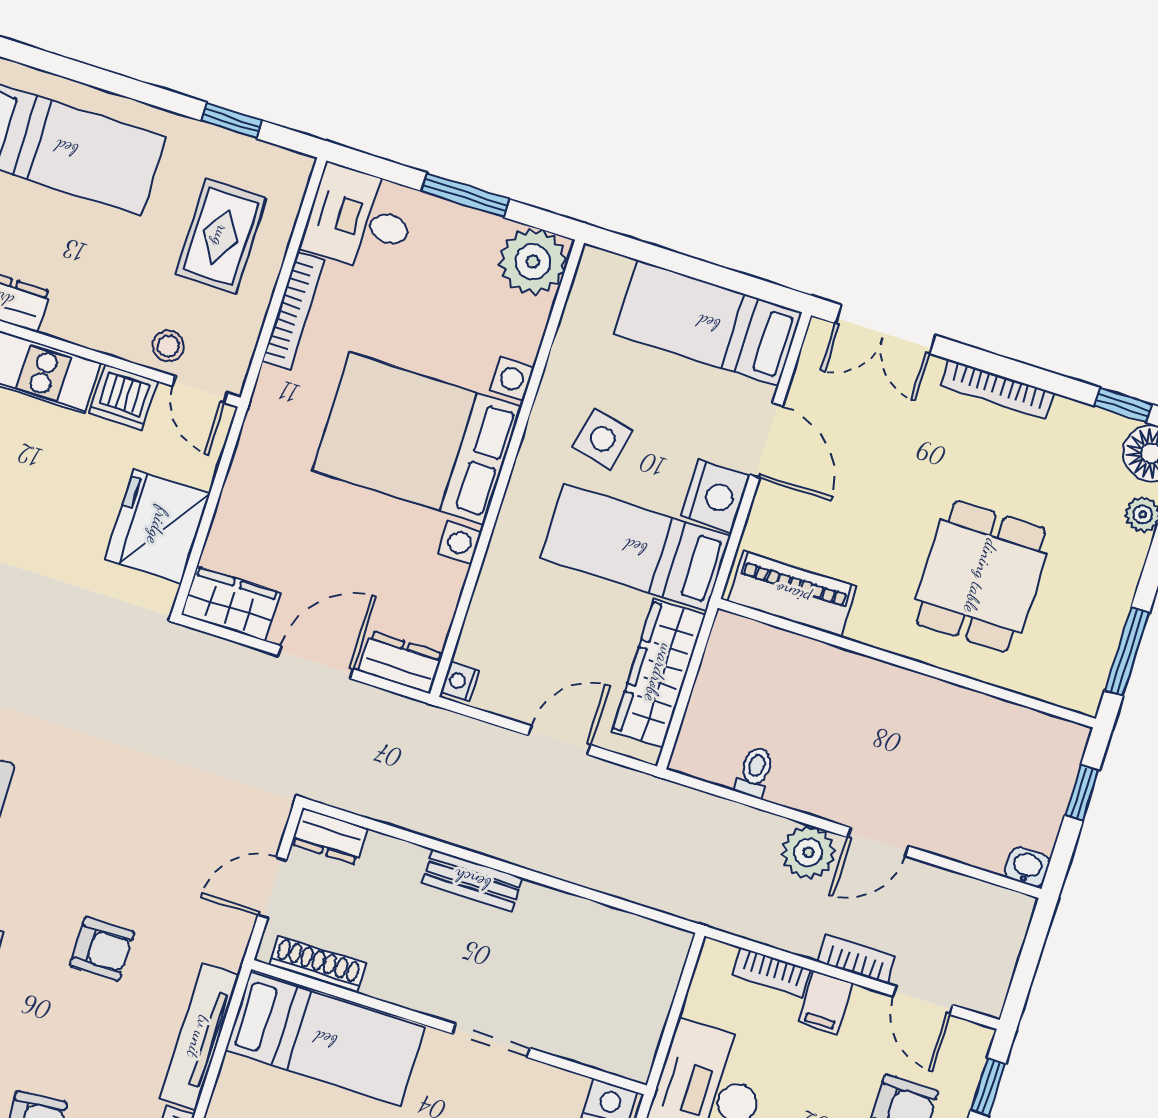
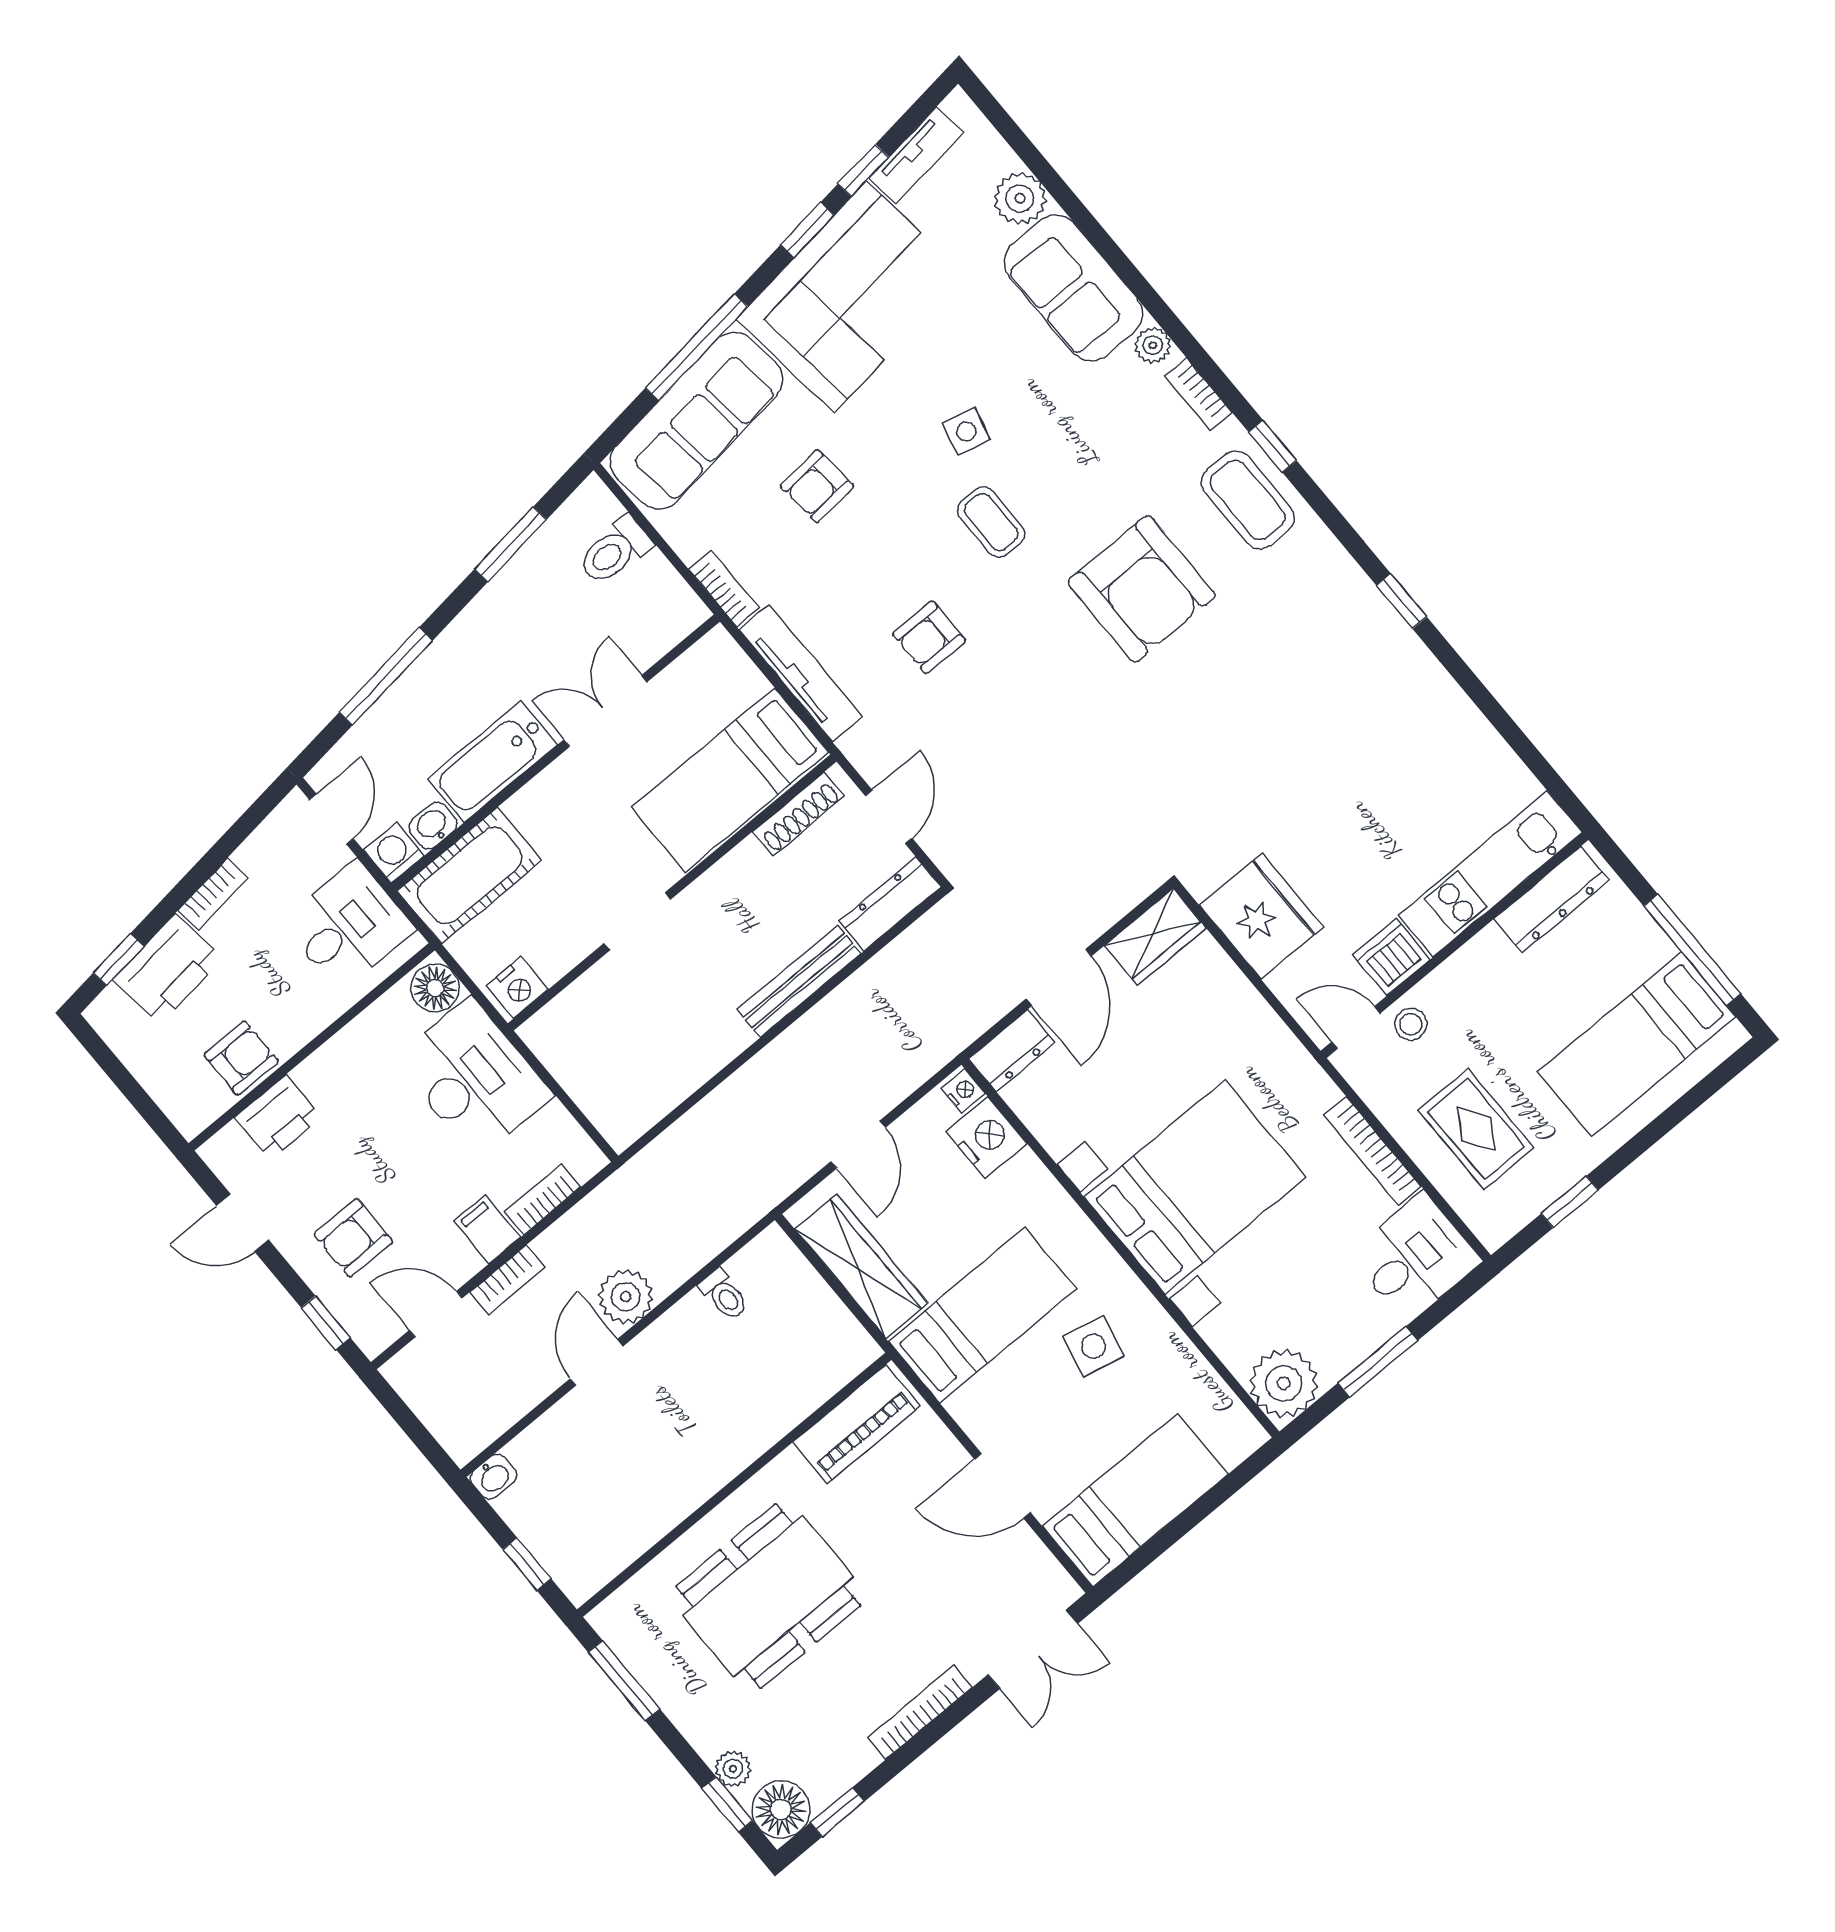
double door: (885, 329) -> (1033, 1649), swing flipped
nightstand: (715, 496) -> (987, 1138), moved, turned 180
dining table: (981, 576) -> (768, 1596), width x1.38
dresser: (329, 836) -> (890, 904), width x1.44
bench: (472, 880) -> (799, 982), width x1.36

